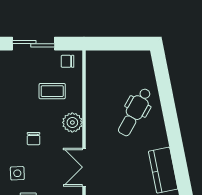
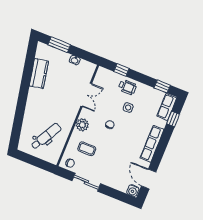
dental chair: (135, 112) -> (46, 136), moved

